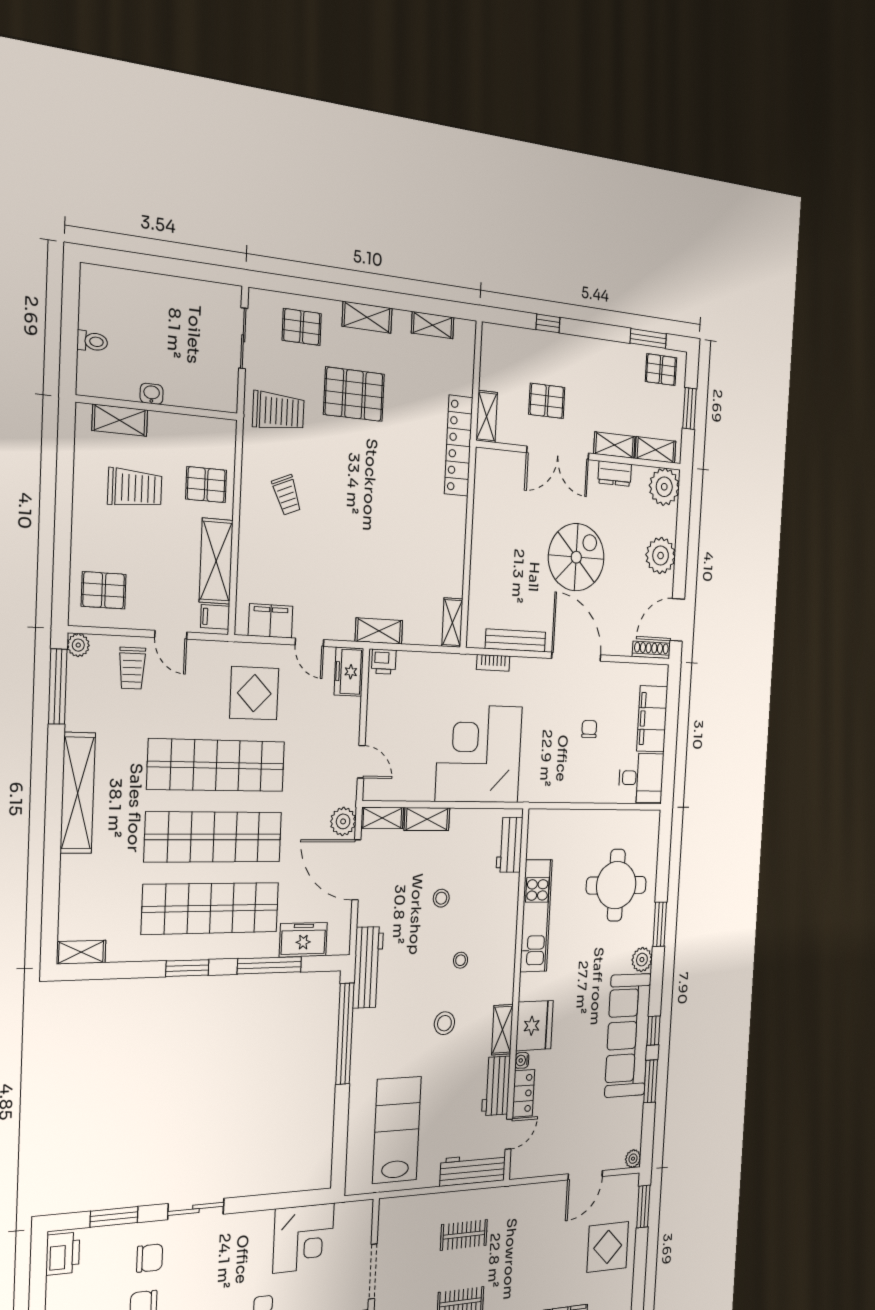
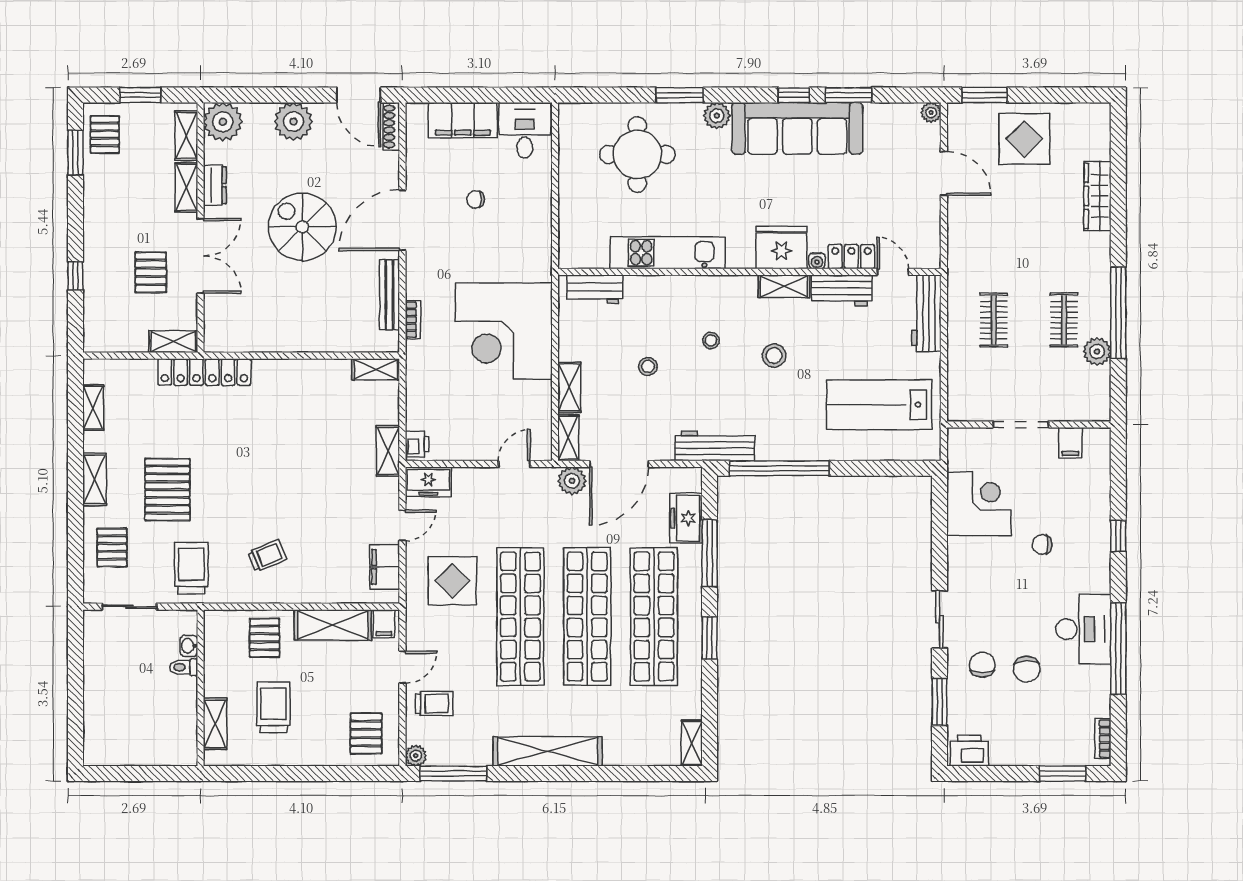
toilet: (92, 341) -> (184, 667), moved, turned -90
washbasin: (152, 394) -> (189, 646), moved

